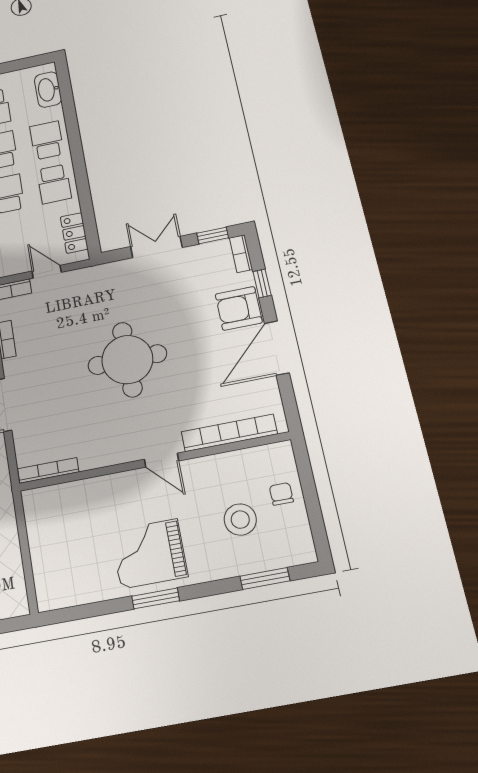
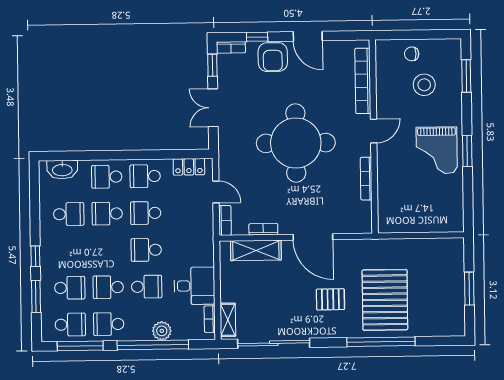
school desk: (54, 184) -> (145, 176), turned 180
door: (47, 272) -> (216, 192), swing flipped
door: (277, 348) -> (308, 36), width x0.73
round table: (127, 360) -> (296, 143), width x1.36, depth x1.36
bookcase: (48, 470) -> (366, 179), moved

